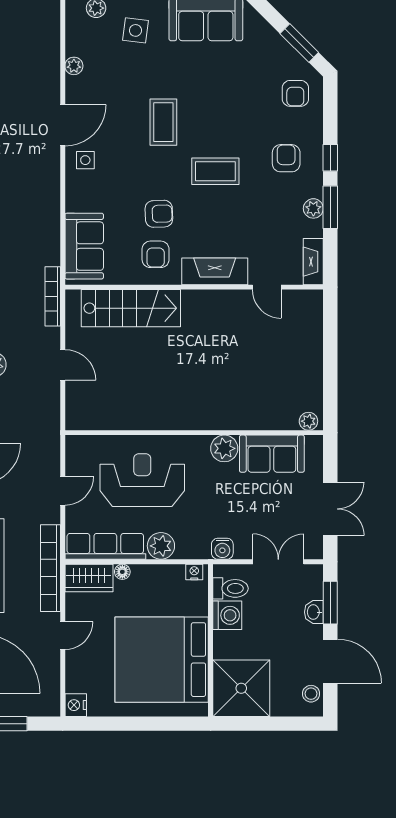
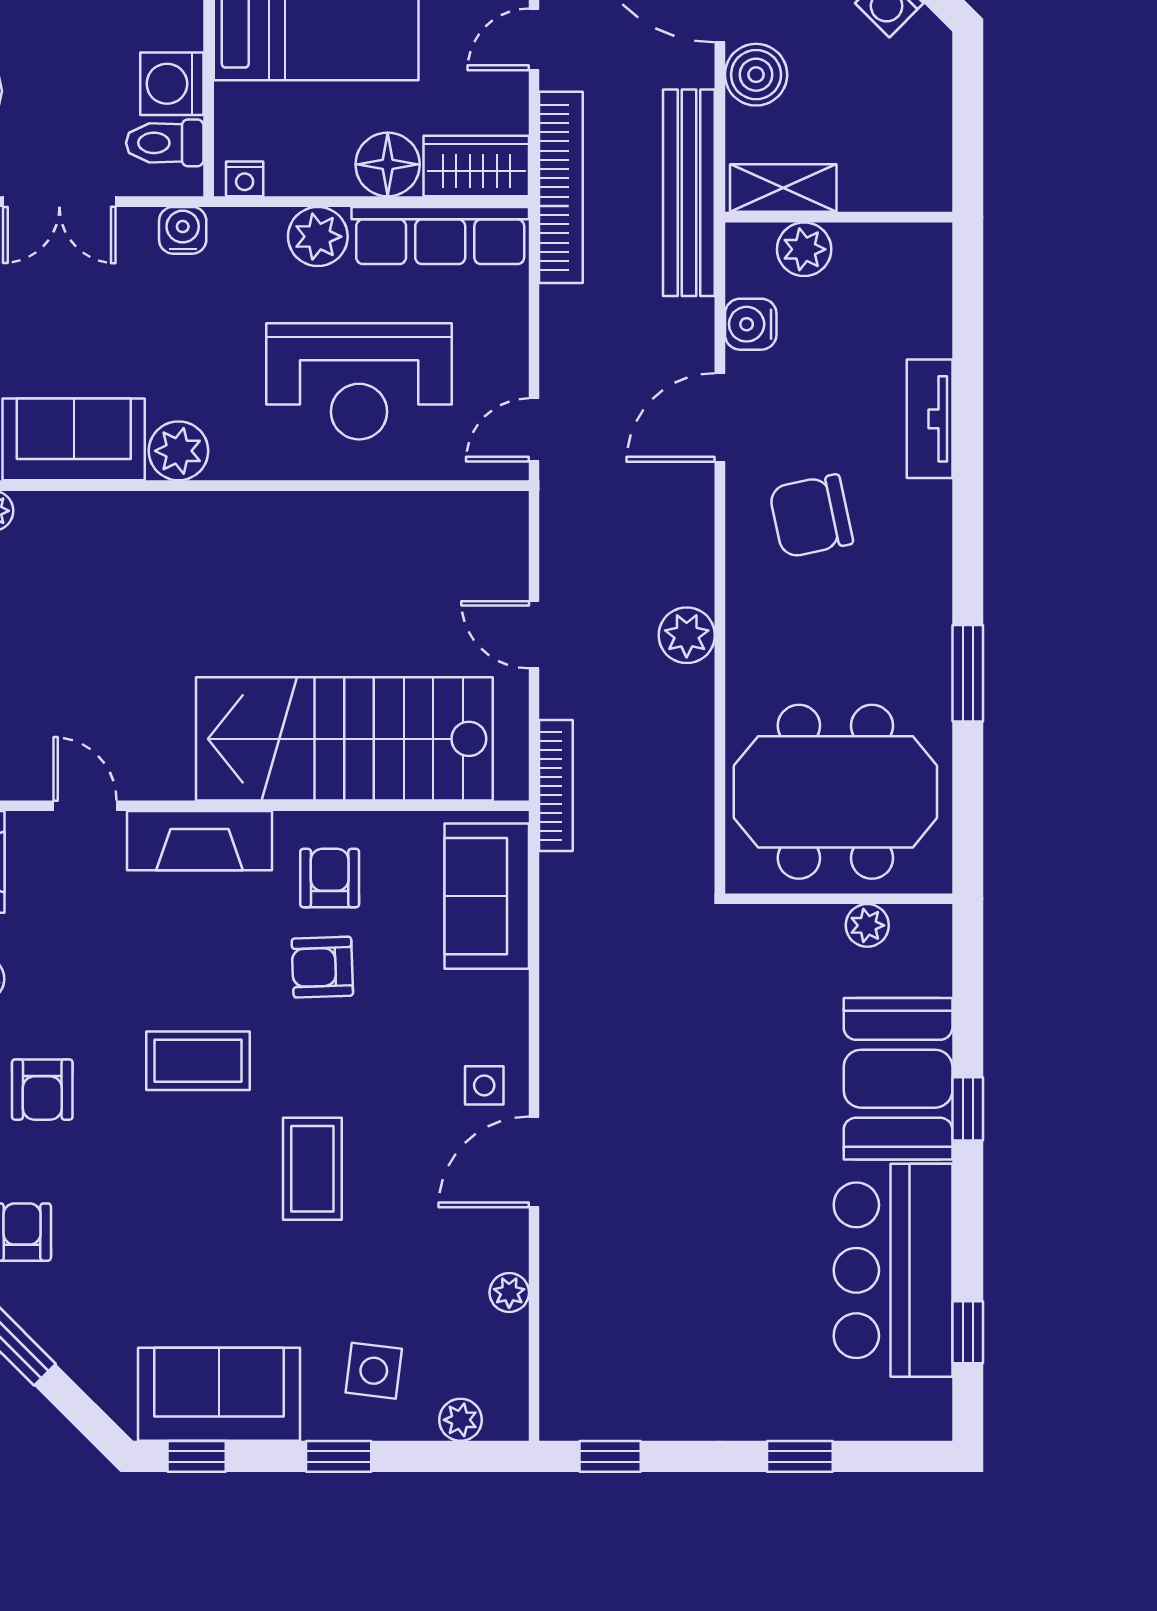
stairs: (131, 308) -> (344, 739), width x1.36, depth x1.51
door: (63, 491) -> (534, 430), moved
floor lamp: (122, 572) -> (388, 164), width x1.89, depth x1.89

